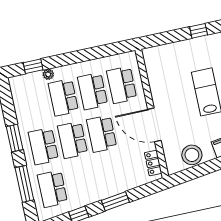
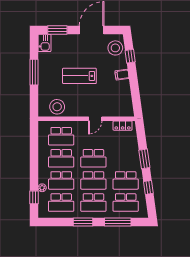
window: (199, 31) -> (34, 72), width x2.17
school desk: (34, 104) -> (61, 202), added
door: (154, 125) -> (95, 119), width x0.53
stool: (192, 155) -> (57, 107), moved
school desk: (82, 183) -> (126, 180), added

